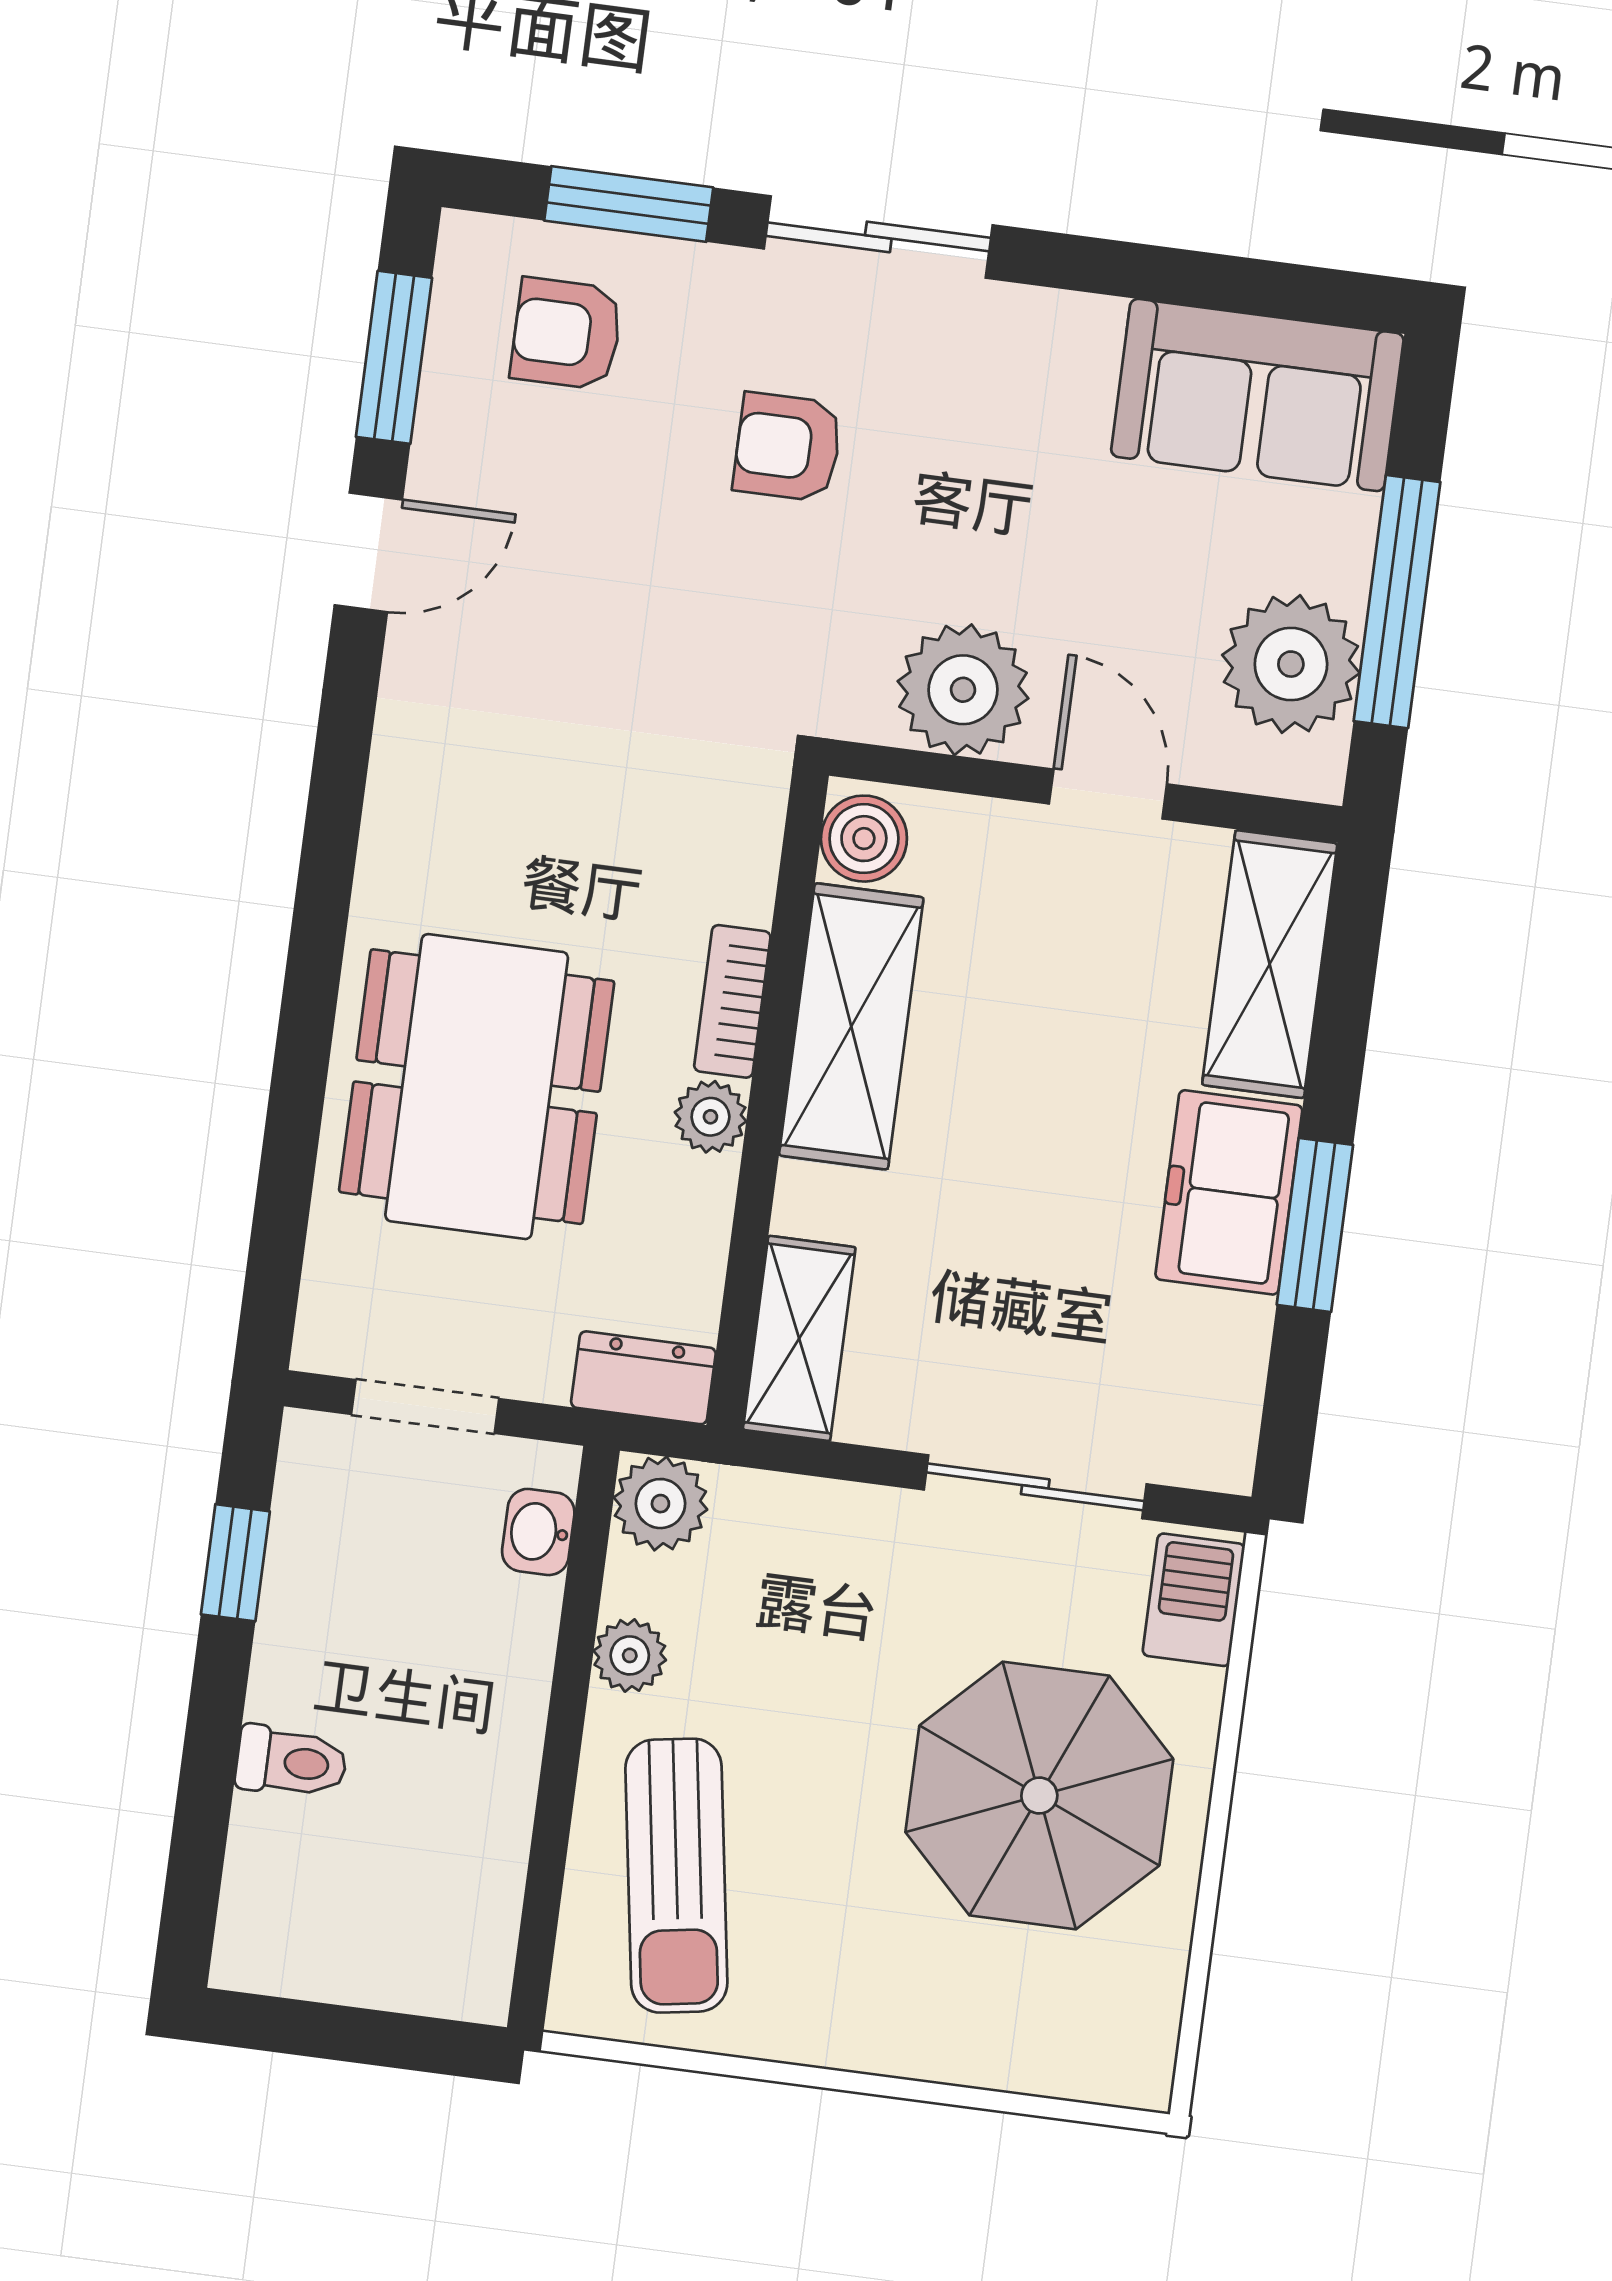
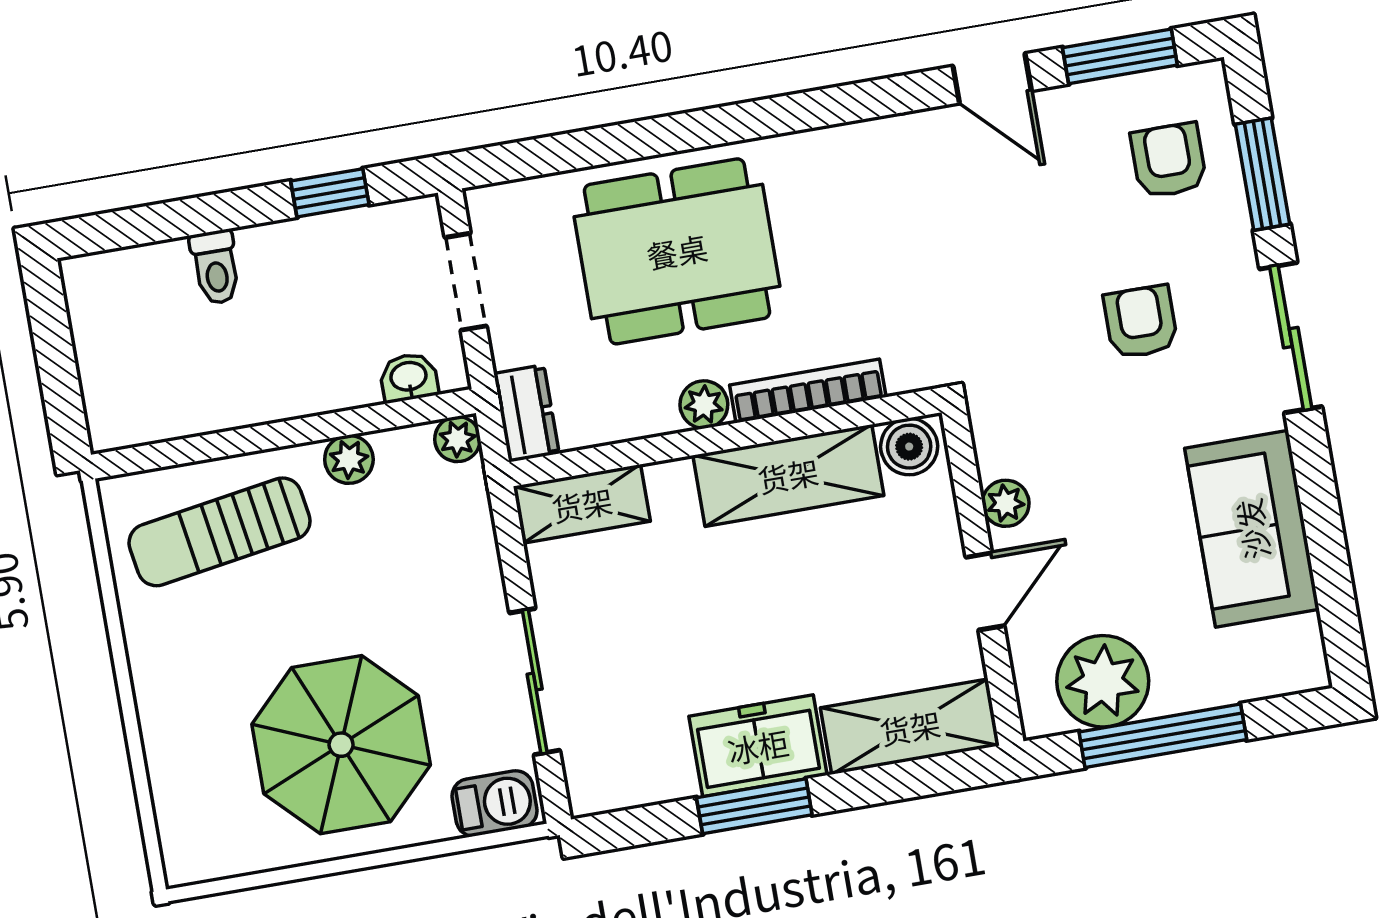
sofa: (1257, 395) -> (1252, 529), moved
plant: (963, 690) -> (1006, 503), width x0.53, depth x0.53
bookcase: (732, 1001) -> (808, 391), width x1.56
plant: (660, 1504) -> (457, 439), width x0.73, depth x0.73

